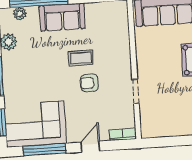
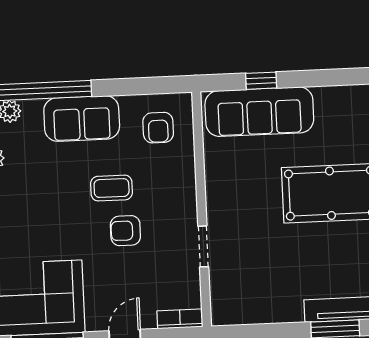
armchair: (108, 22) -> (158, 128), added

